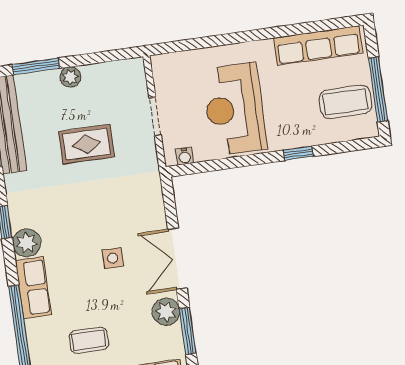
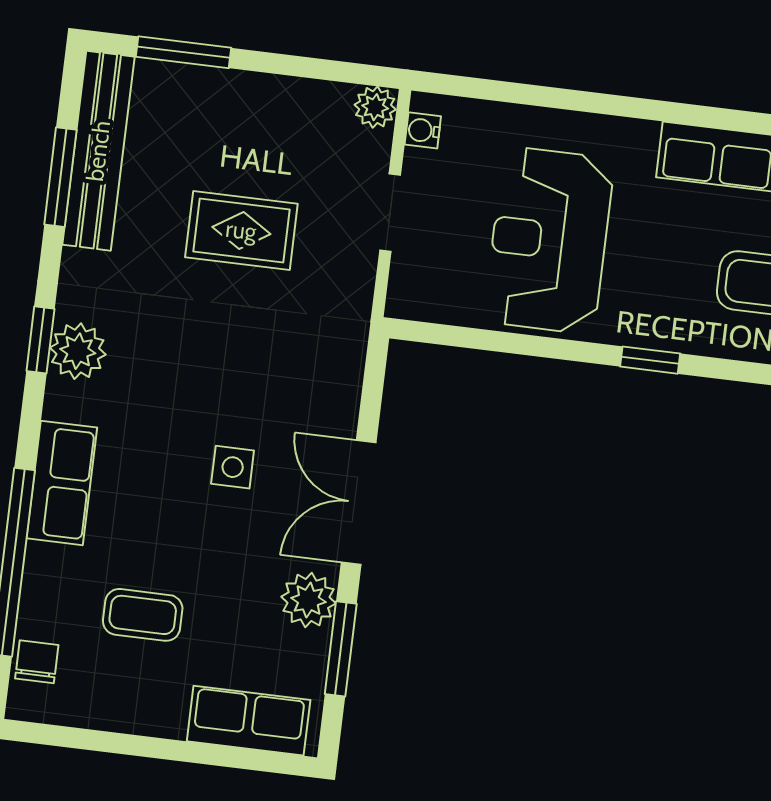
plant: (70, 77) -> (375, 107), moved
water cooler: (185, 156) -> (423, 130), moved, turned 90
plant: (27, 243) -> (78, 351), moved

